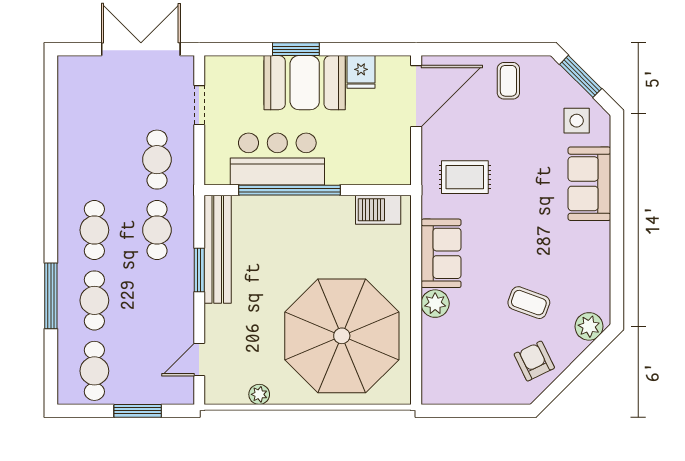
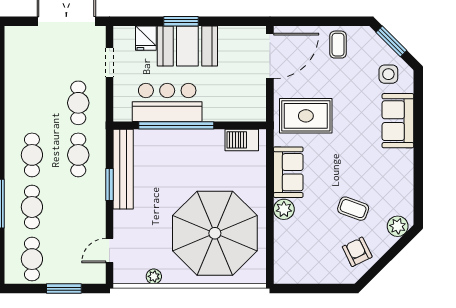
fridge: (361, 72) -> (146, 38), moved
rug: (465, 177) -> (306, 116), width x1.36, depth x1.43

